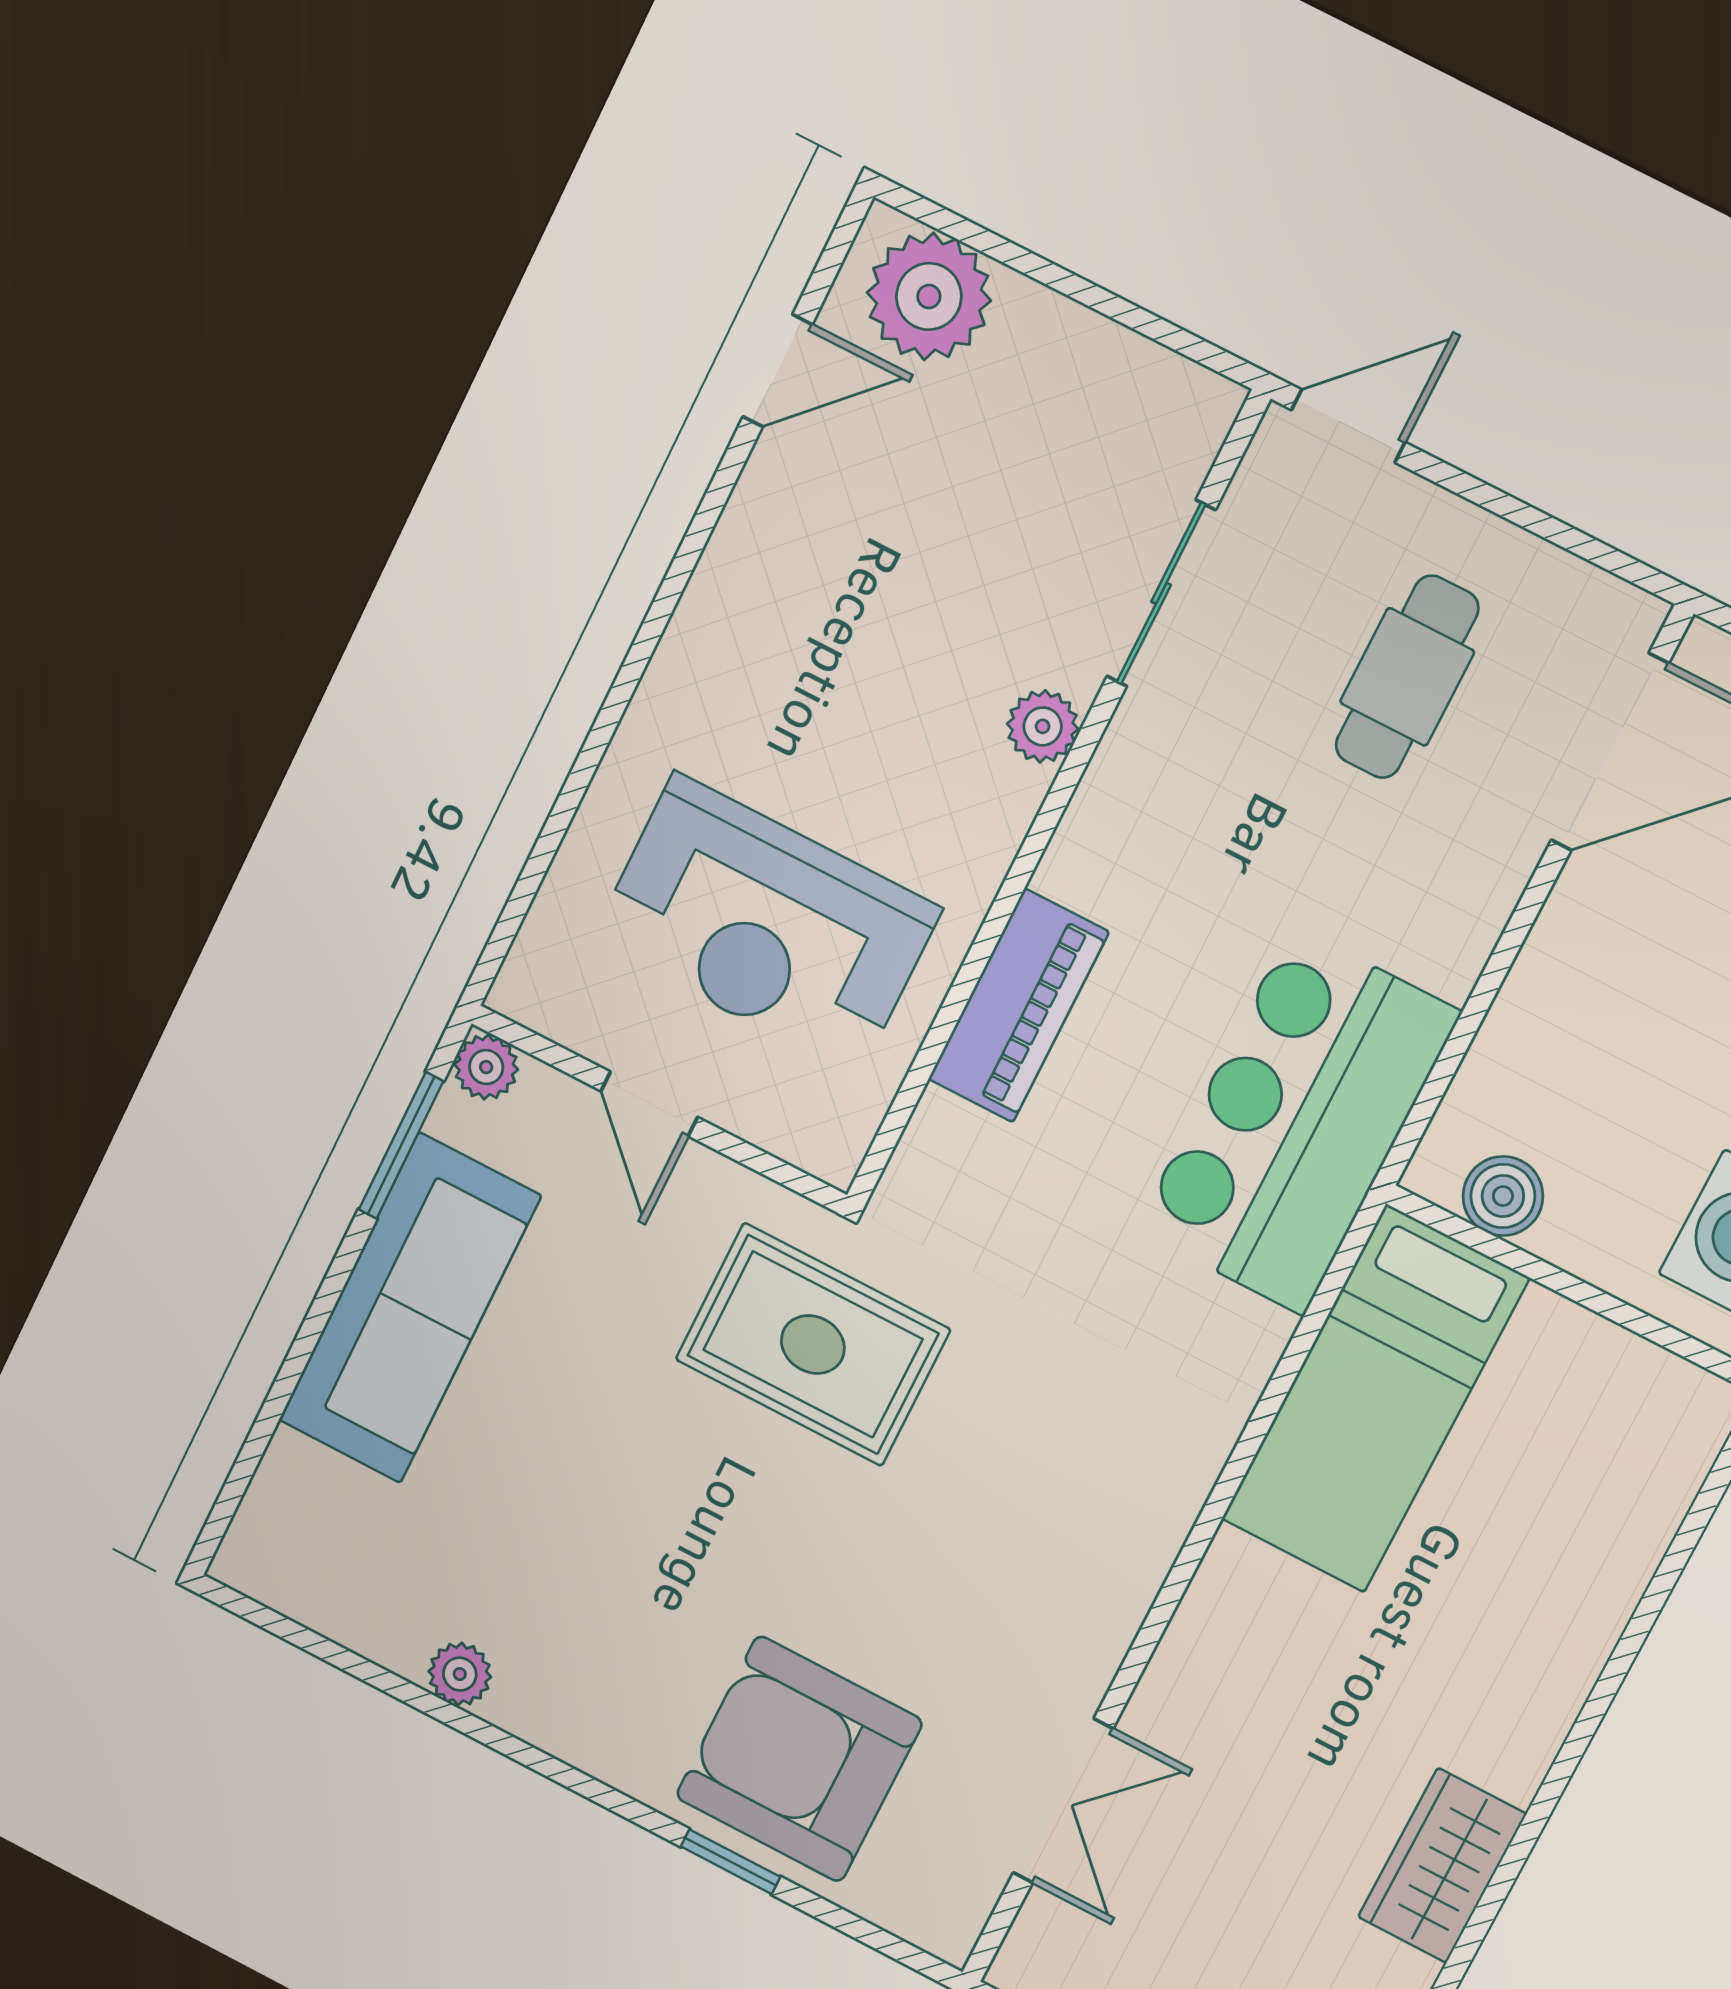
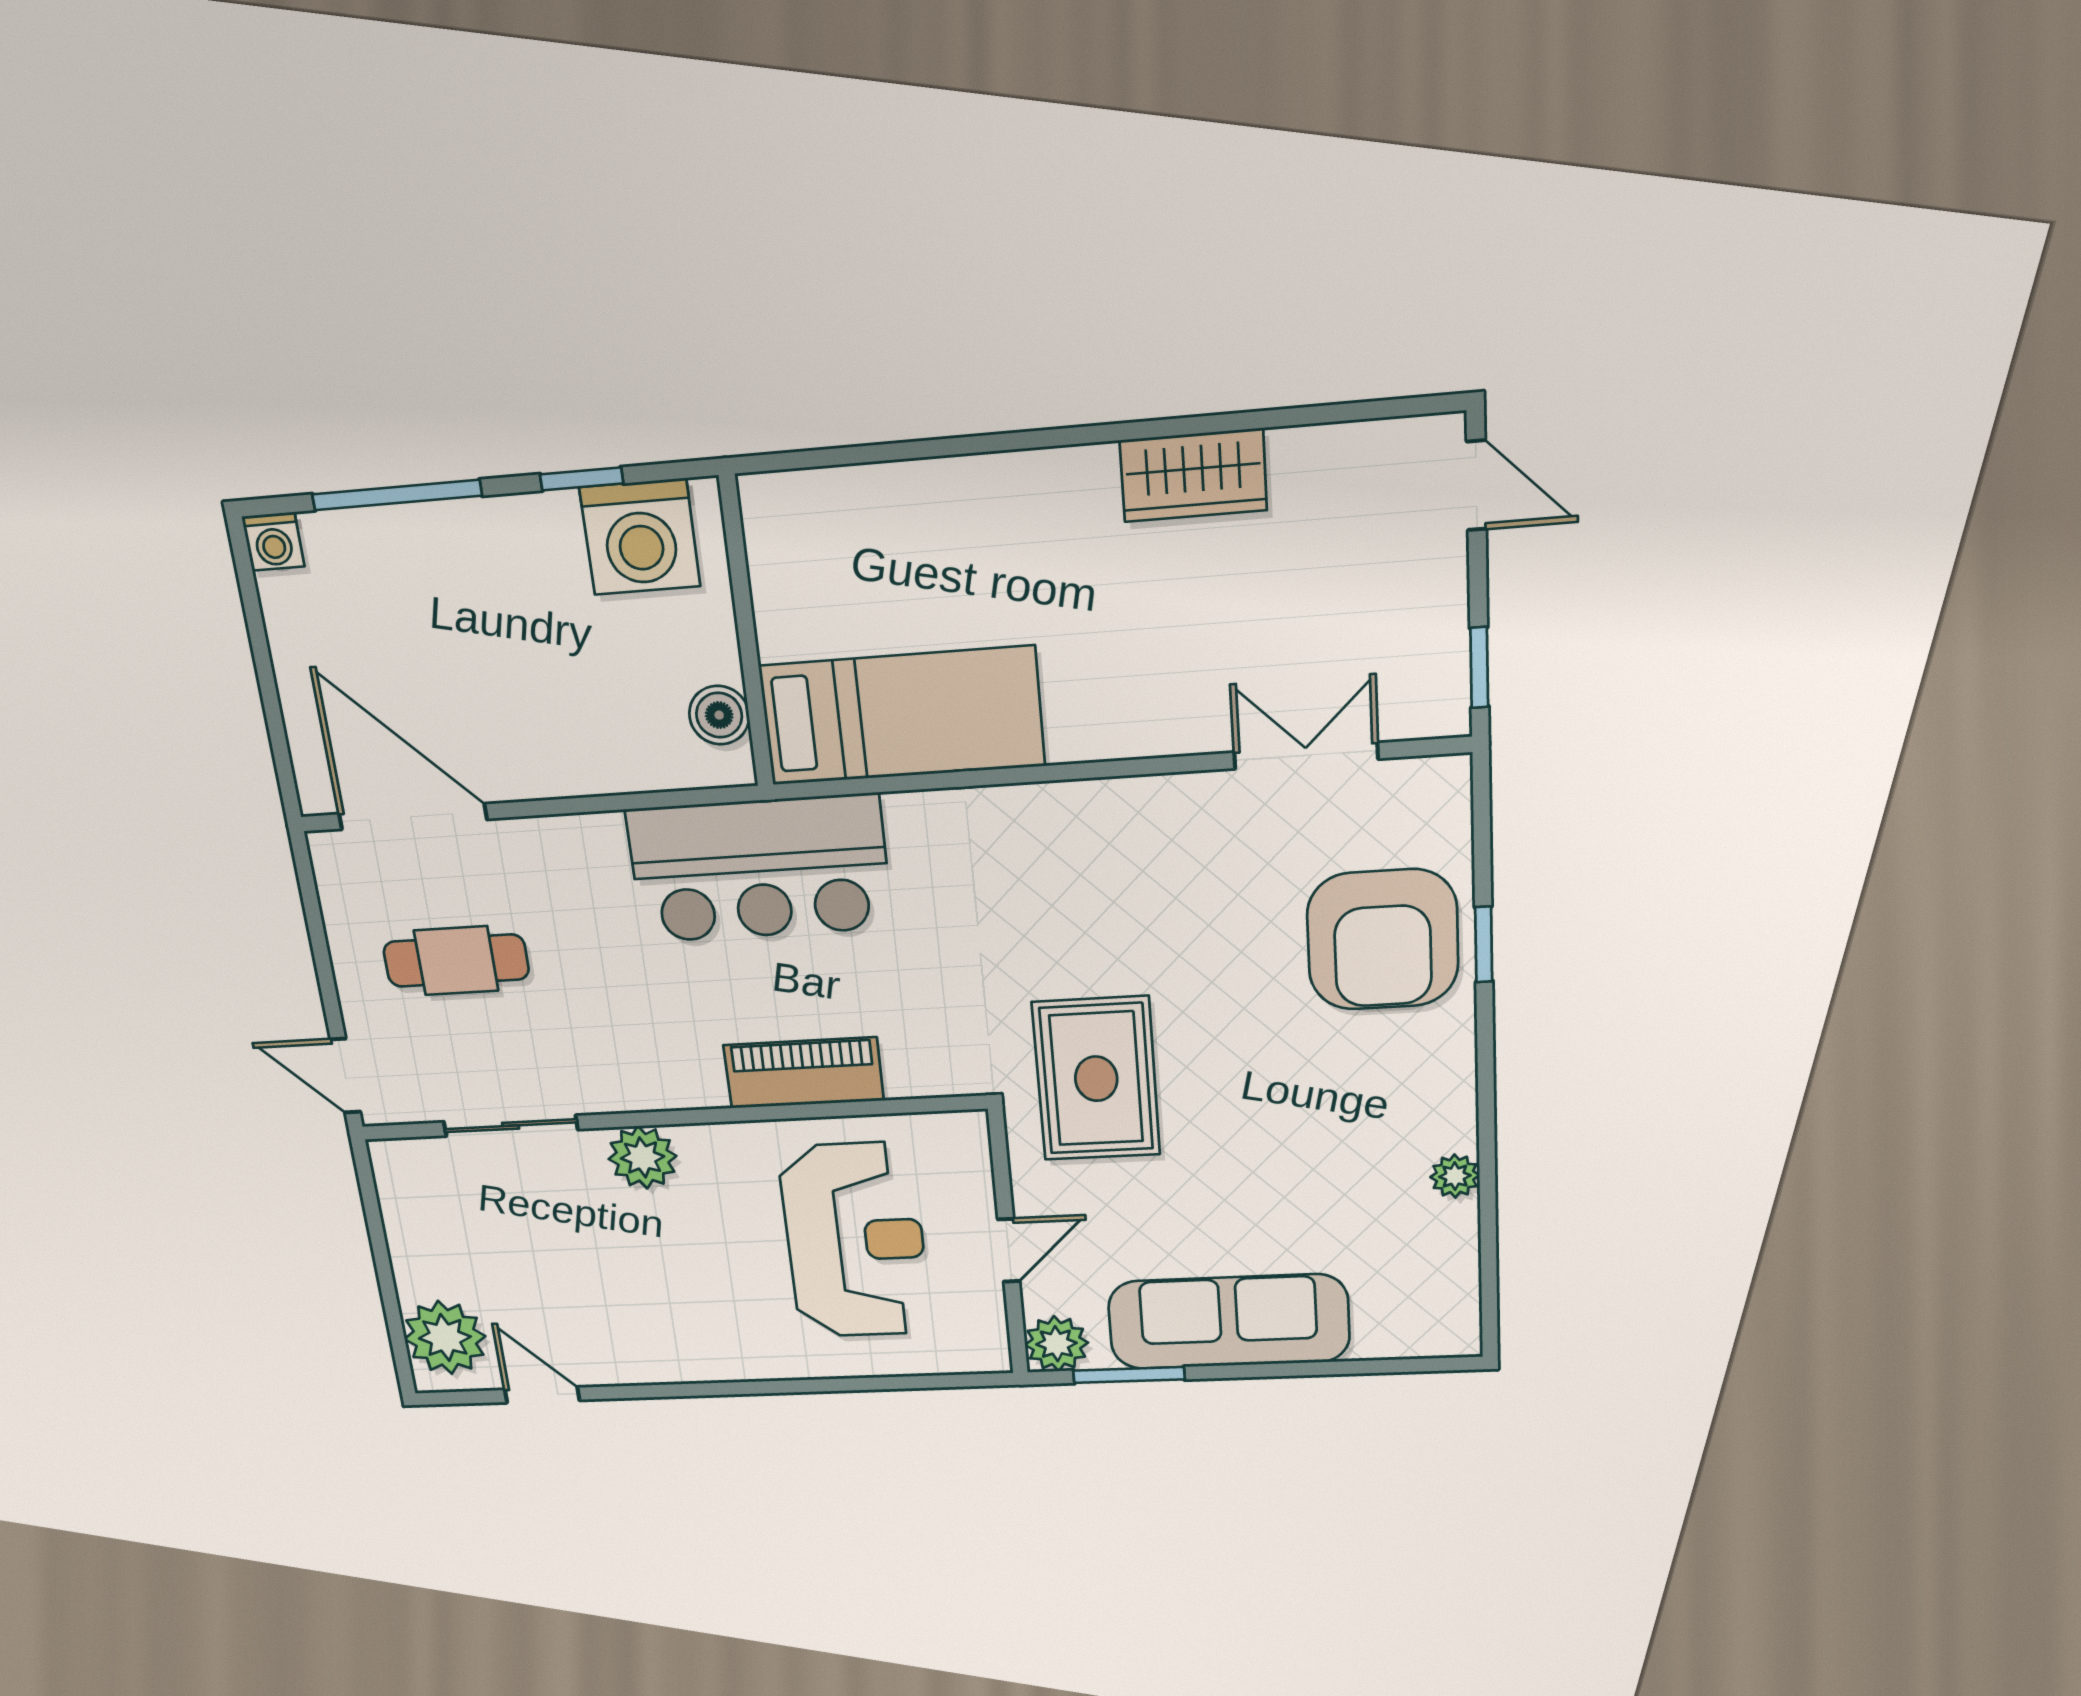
plant: (1043, 726) -> (643, 1157), width x1.38, depth x1.38
plant: (486, 1067) -> (1056, 1344), width x1.38, depth x1.38

